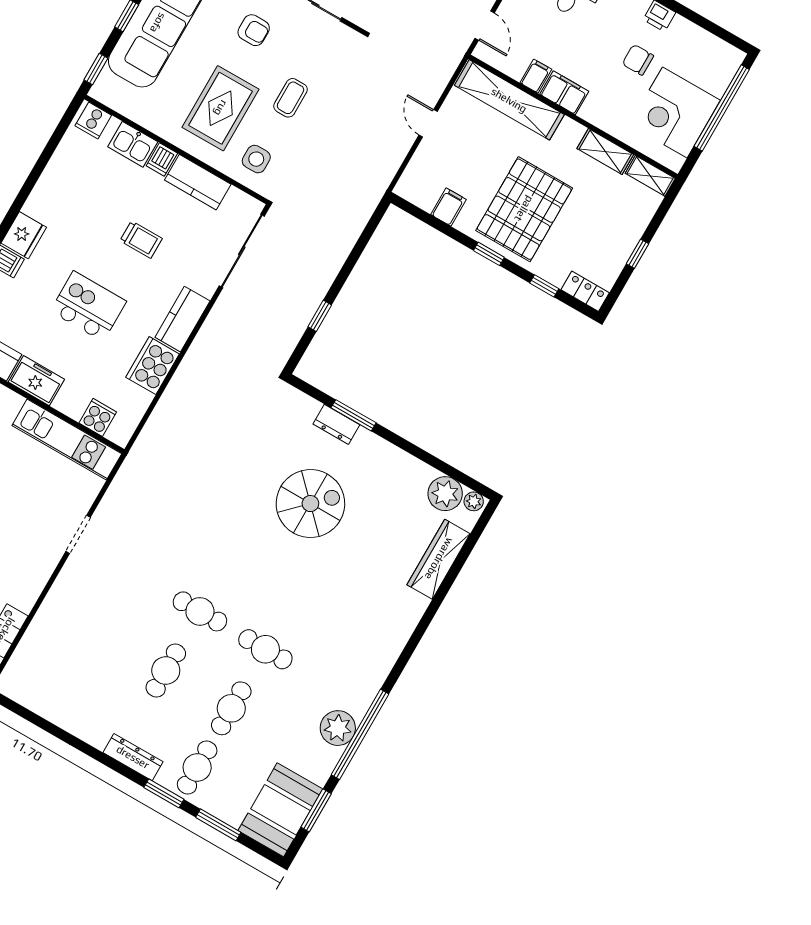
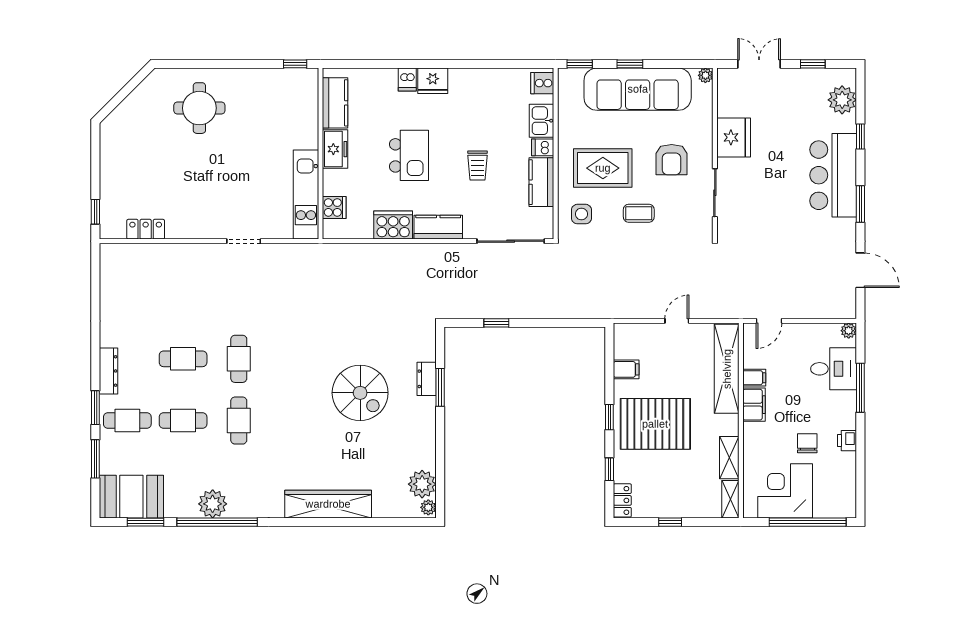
armchair: (254, 30) -> (672, 160), width x1.38, depth x1.38
wardrobe: (439, 559) -> (328, 504), moved, width x1.40, depth x1.17

